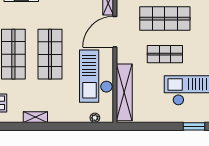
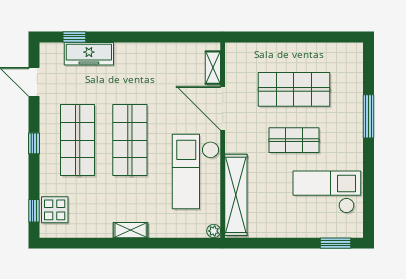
door: (115, 32) -> (223, 108), hinge flipped
shelving: (35, 117) -> (131, 230), moved
plant: (95, 118) -> (214, 231), moved

